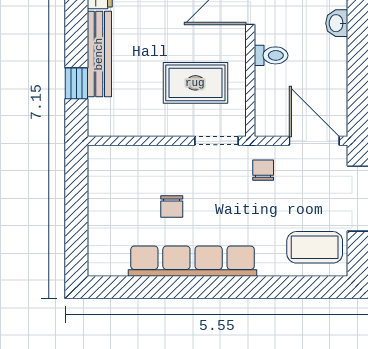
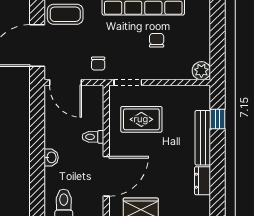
plant: (102, 159) -> (201, 71), added

